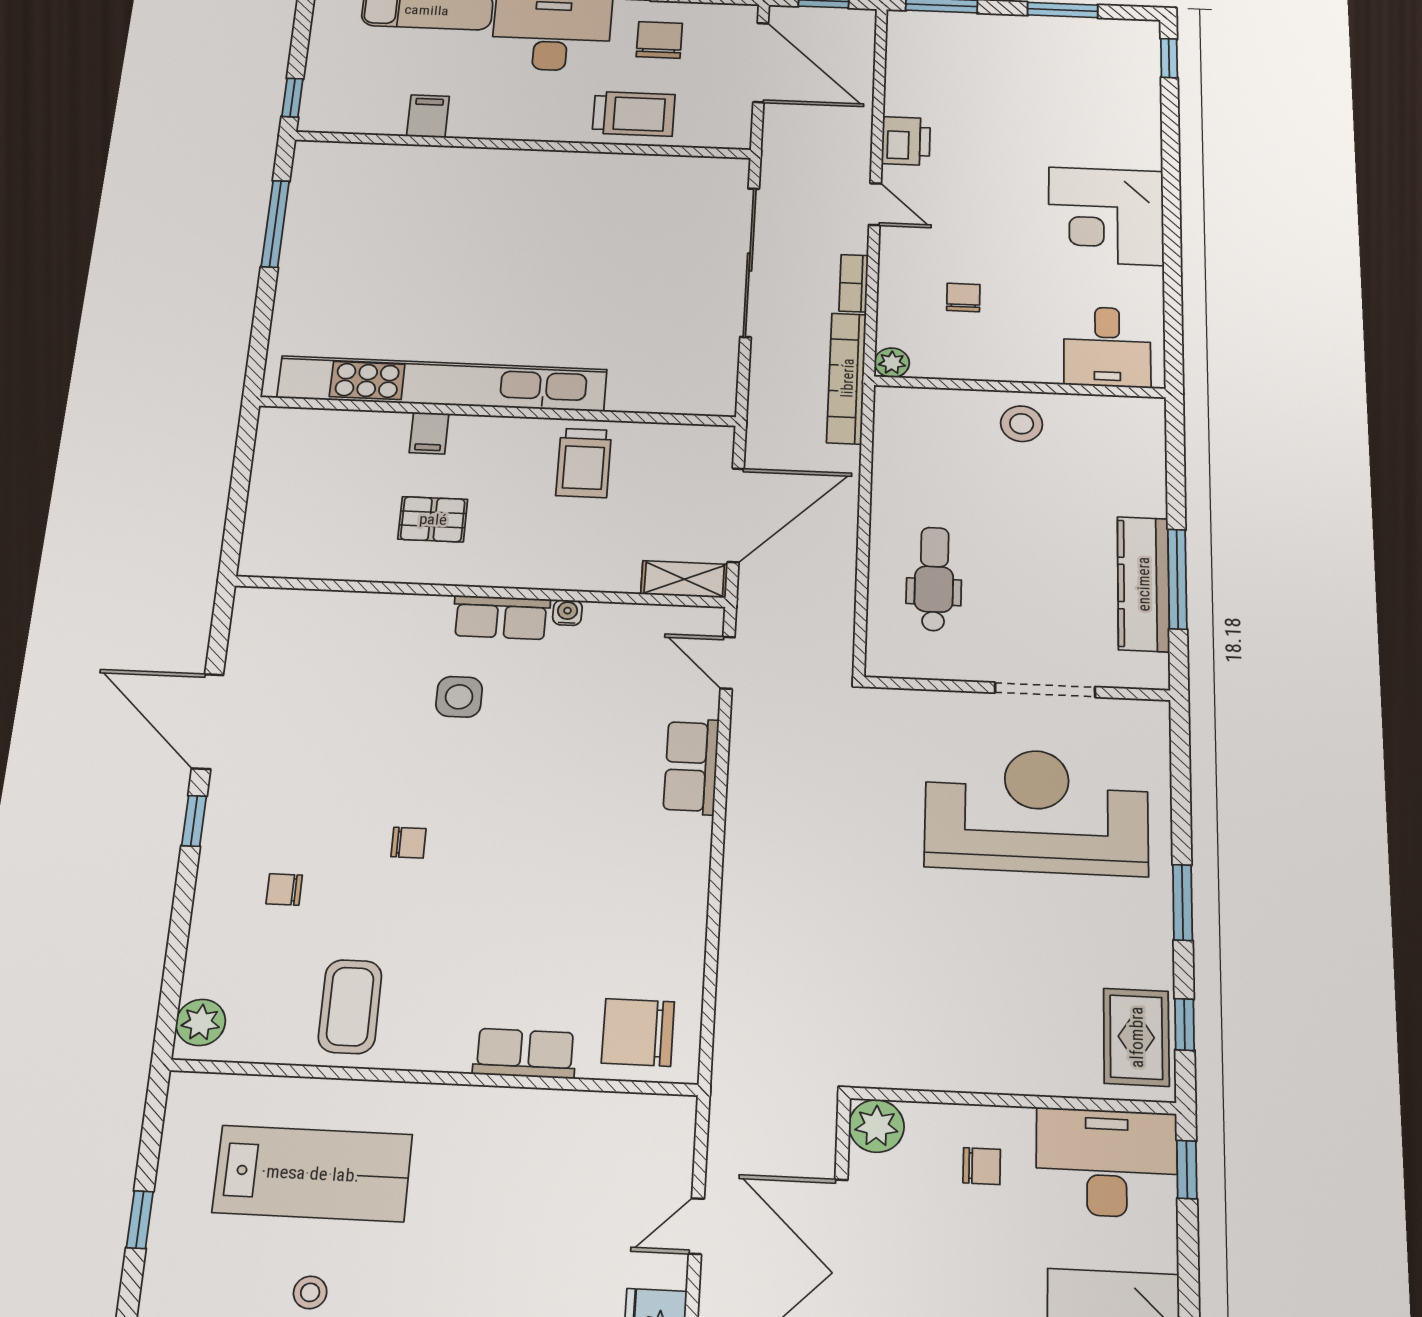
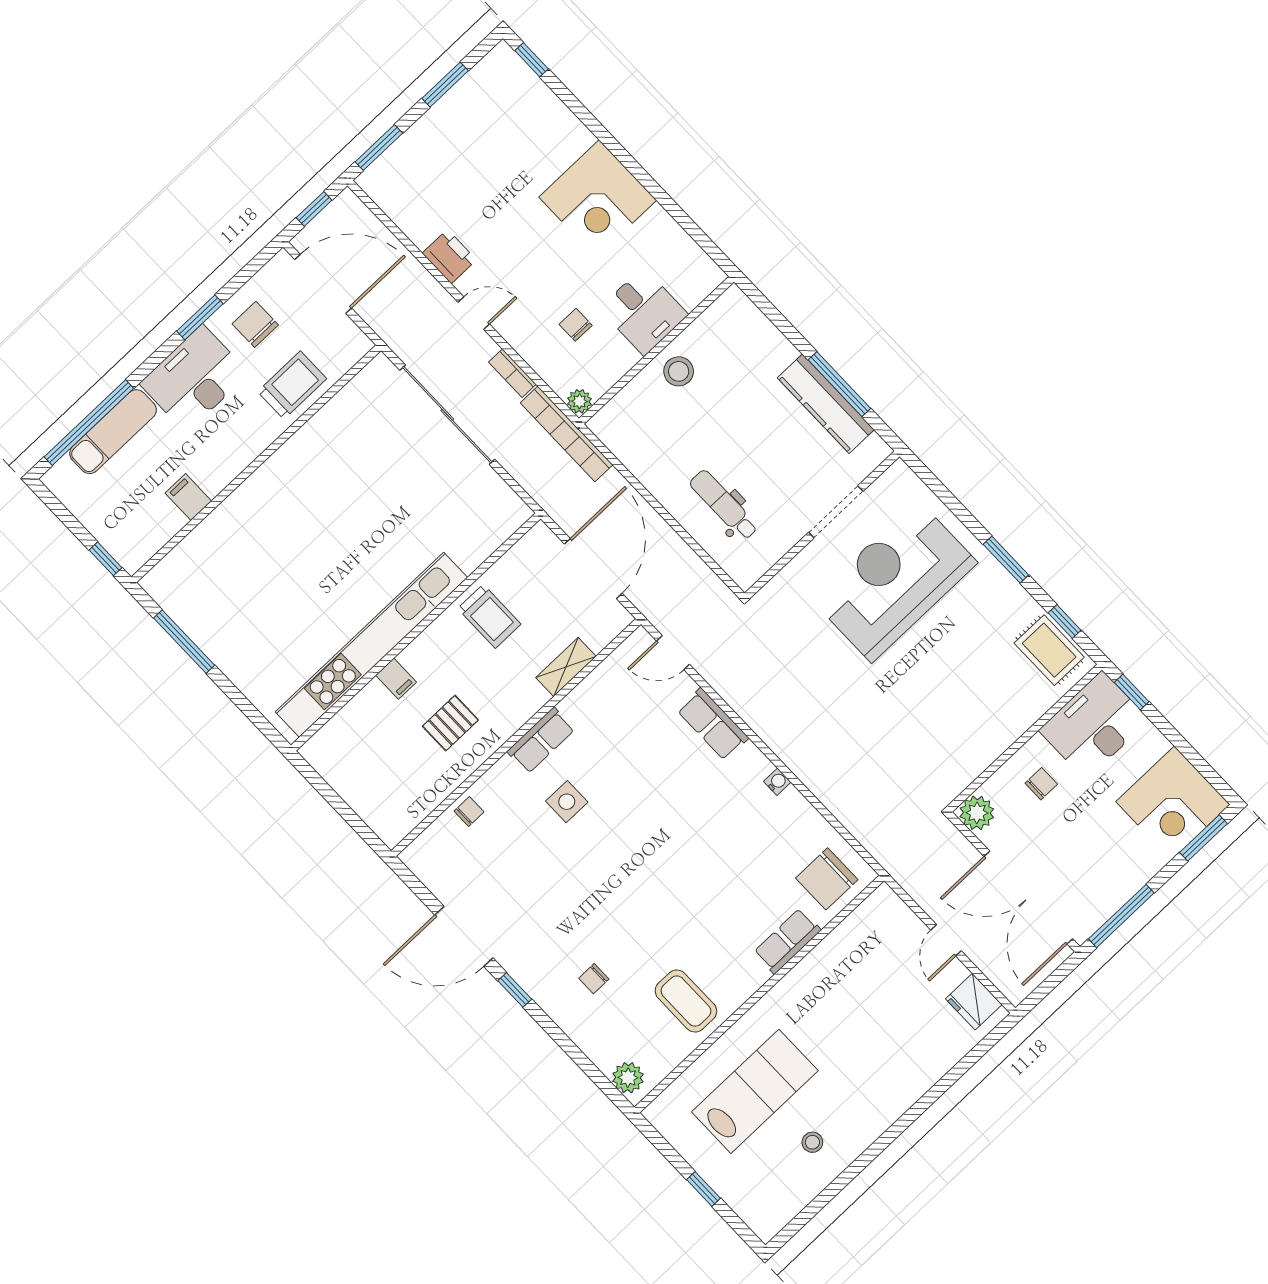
desk: (1107, 347) -> (644, 312), moved
shelving: (684, 579) -> (566, 667), moved
water cooler: (567, 613) -> (777, 782), moved, turned 90
chair: (409, 843) -> (469, 811), moved

